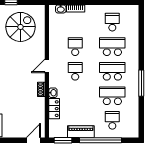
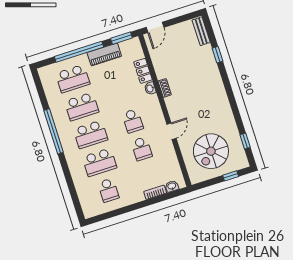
door: (47, 66) -> (171, 131), moved
window: (141, 83) -> (54, 131), width x1.46
school desk: (112, 120) -> (73, 79), width x1.85

